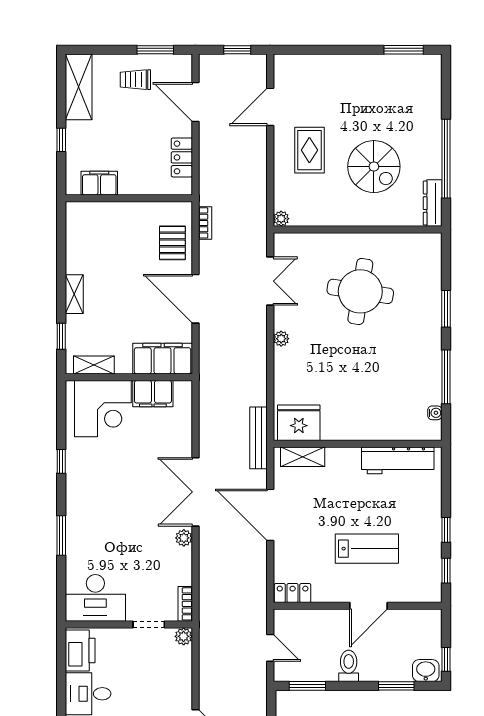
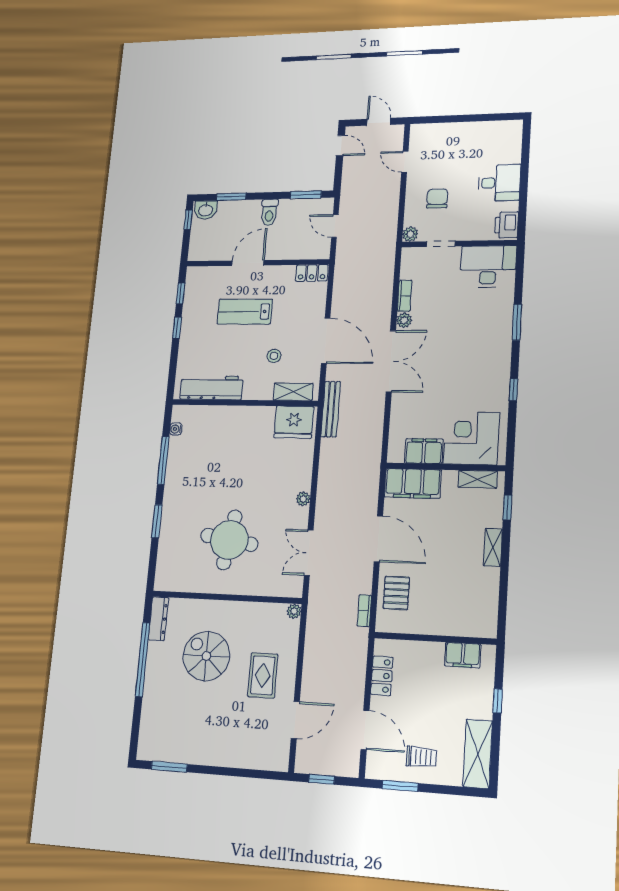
stool: (328, 497) -> (274, 356), added
bookcase: (185, 604) -> (405, 296), moved
printer: (80, 651) -> (507, 225), width x0.73, depth x0.84
chair: (156, 677) -> (437, 199), added

